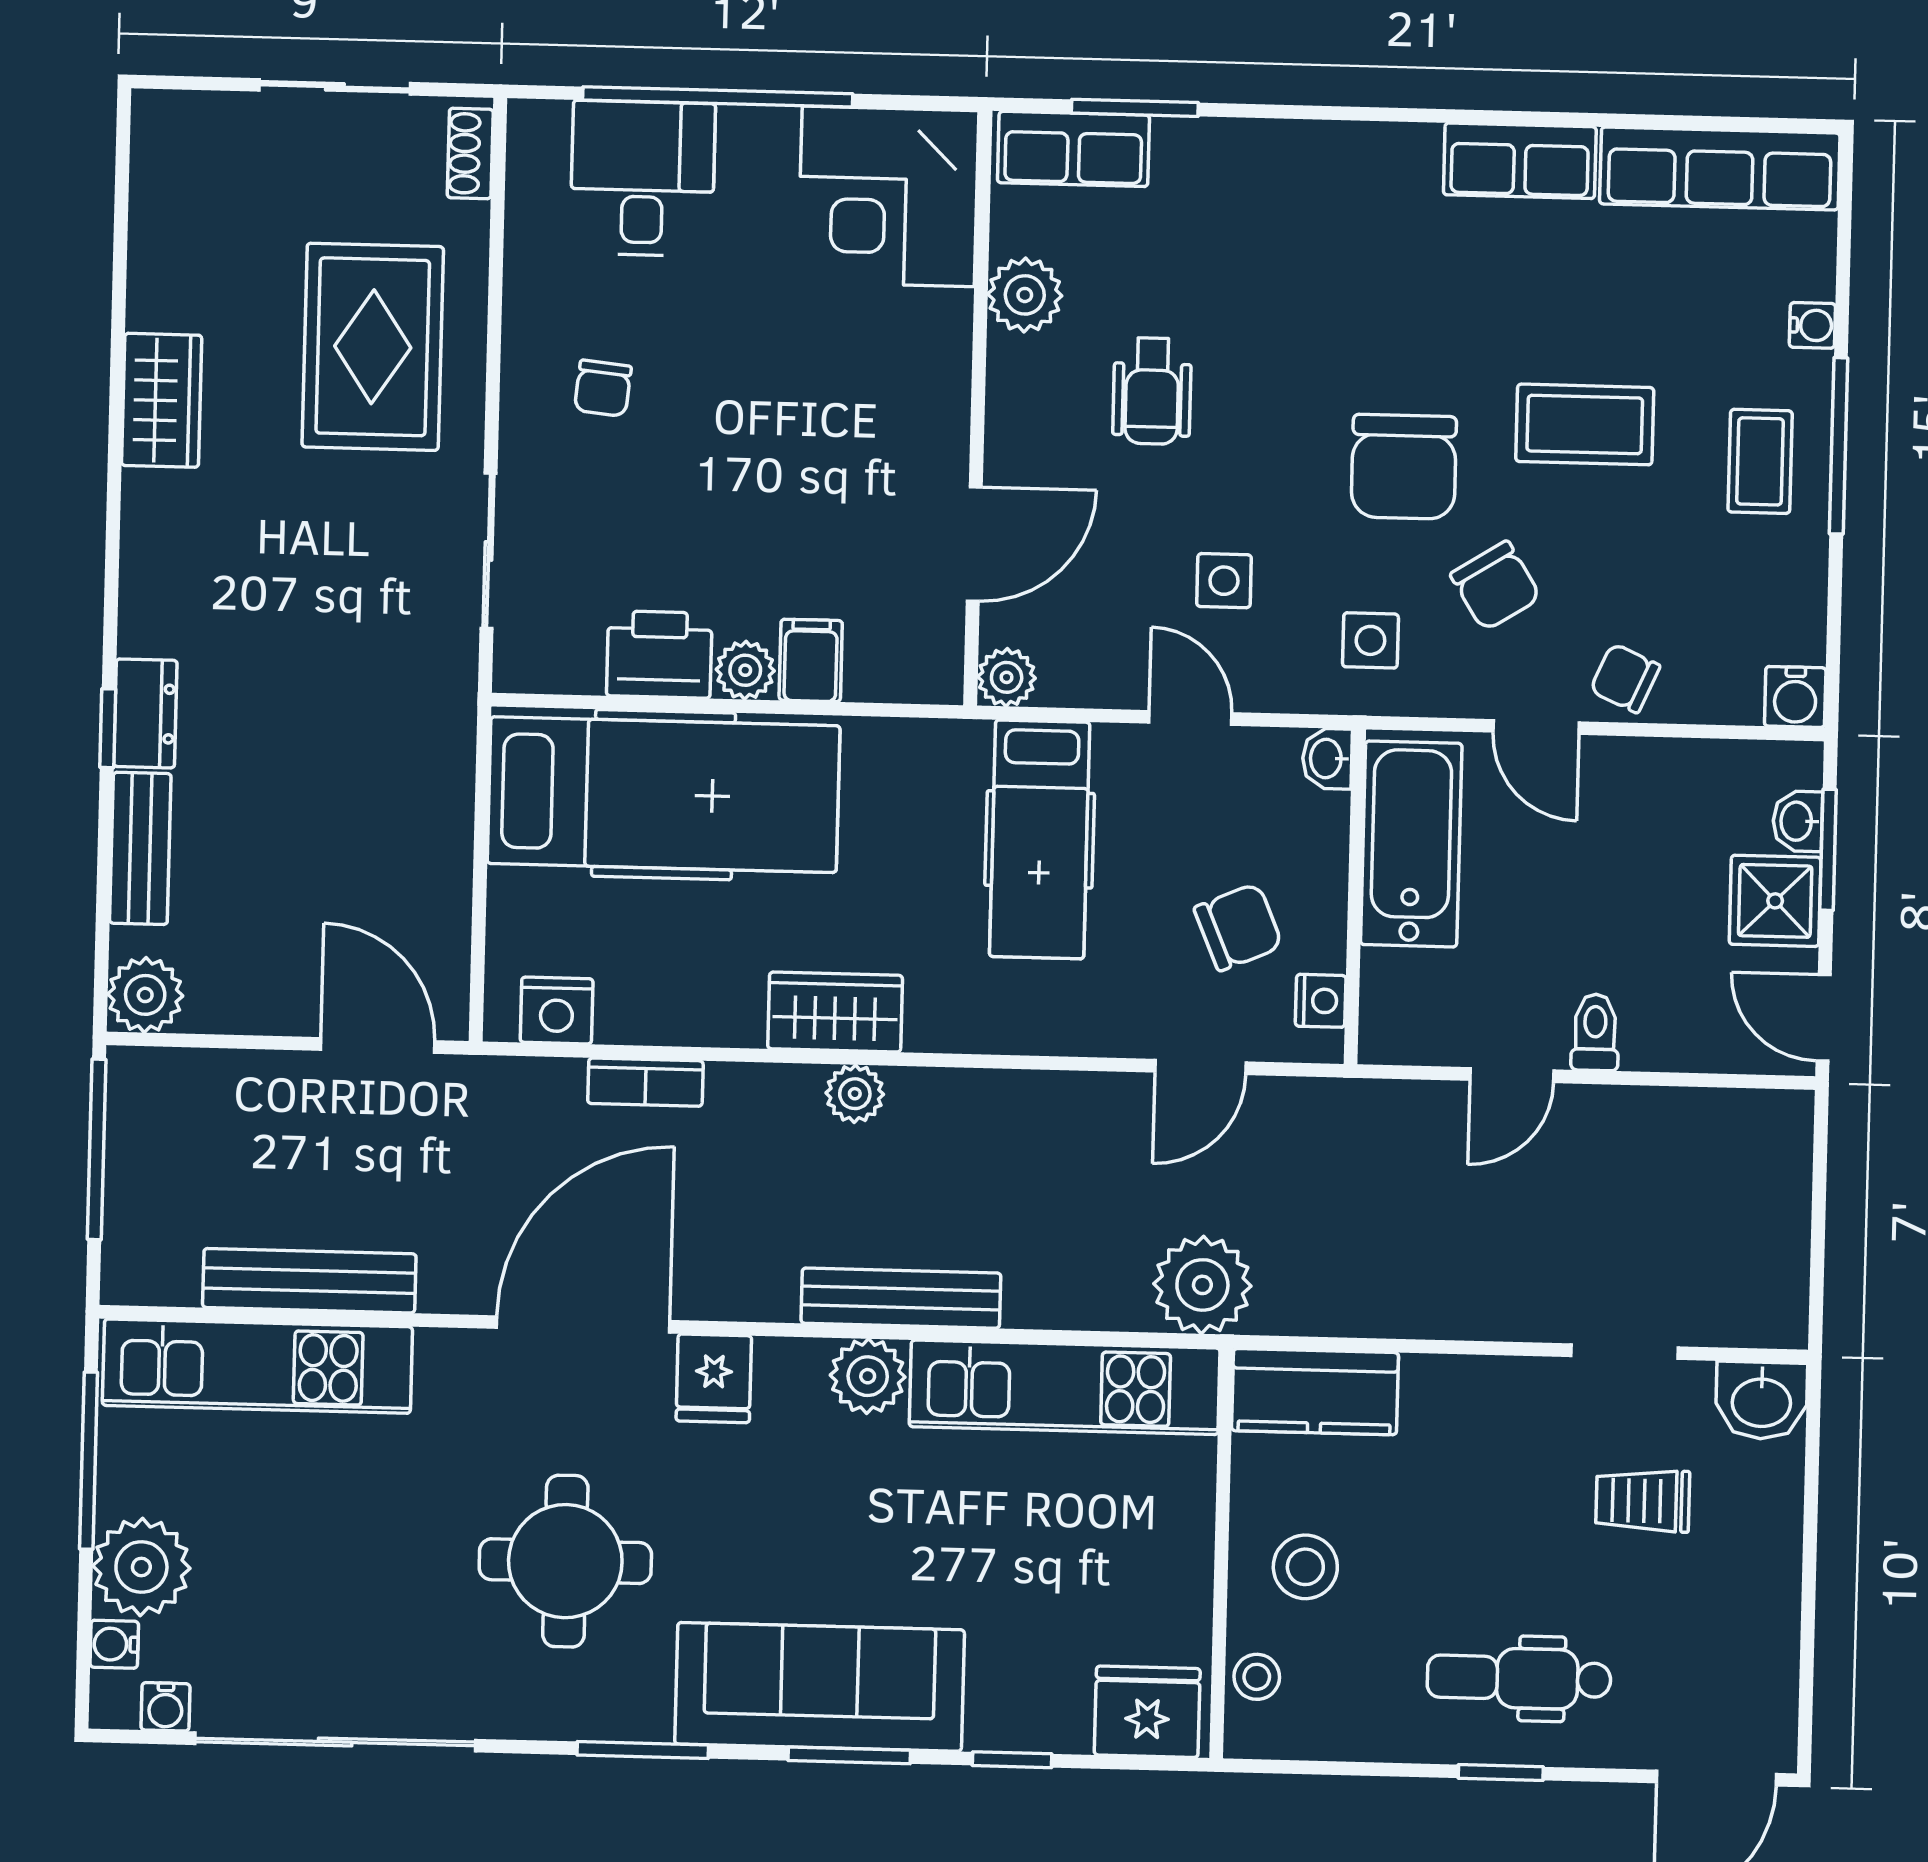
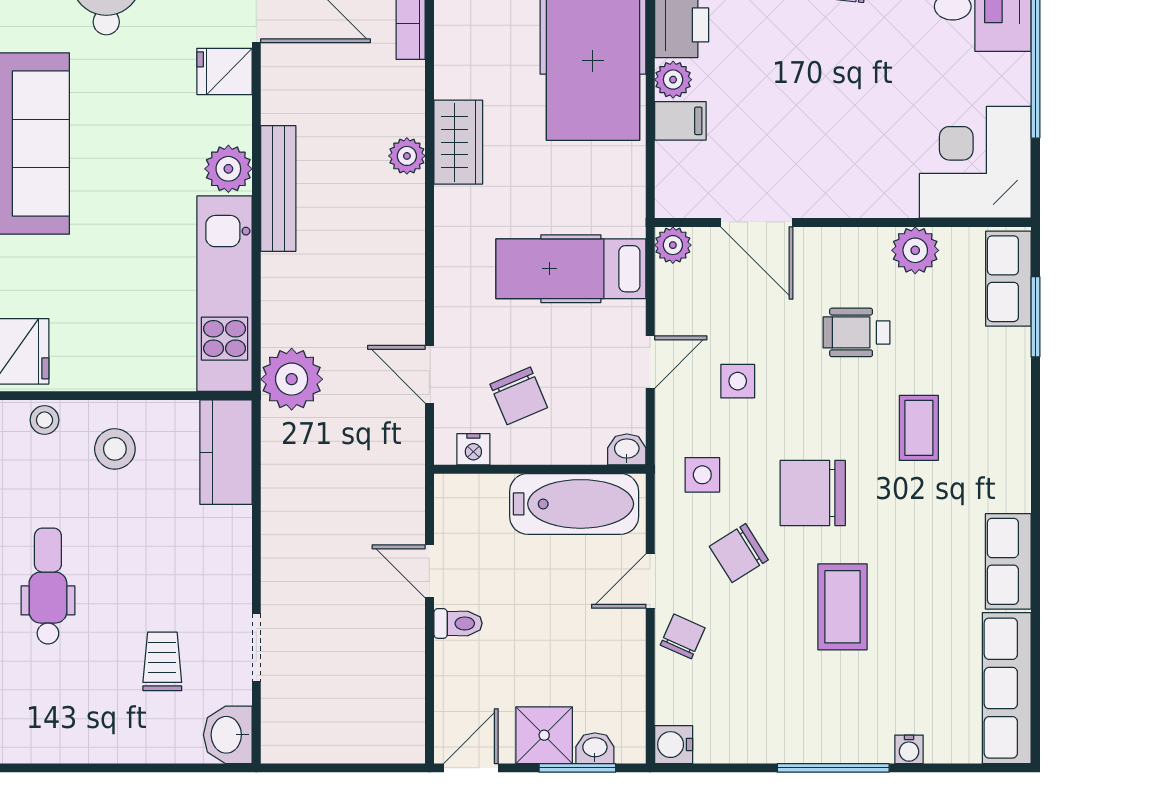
coffee table: (1760, 461) -> (919, 428), moved, turned 90

